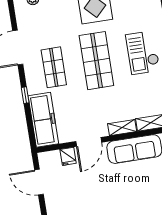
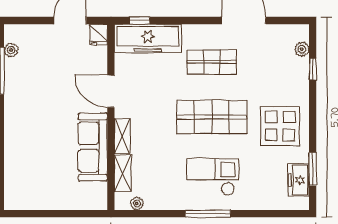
window: (25, 95) -> (140, 21), moved
fridge: (68, 156) -> (99, 35), moved, turned -90

